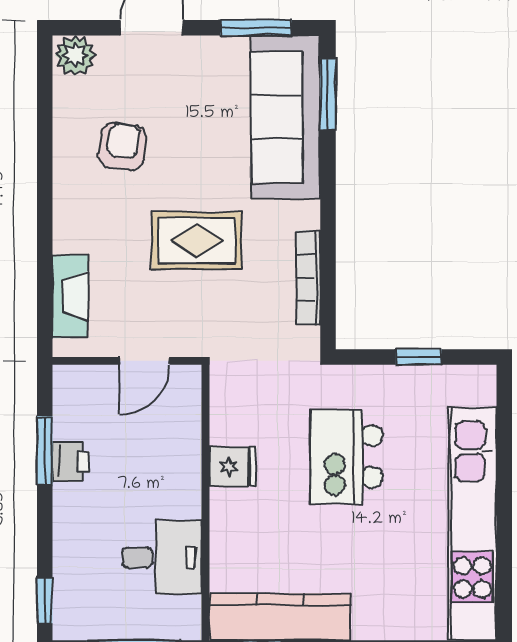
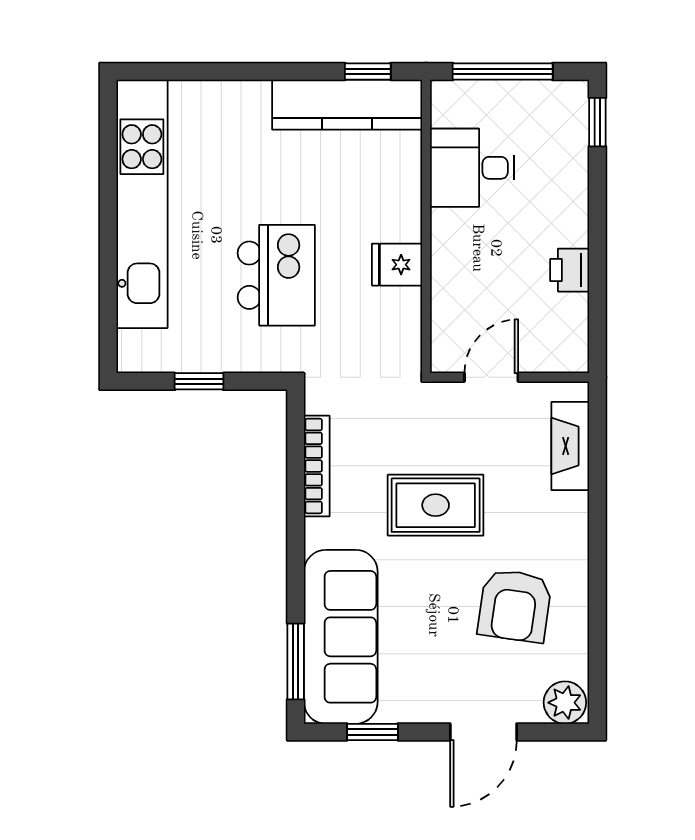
window: (256, 28) -> (372, 732), width x0.67
armchair: (122, 146) -> (515, 606), width x1.38, depth x1.38
window: (45, 451) -> (597, 282), removed

